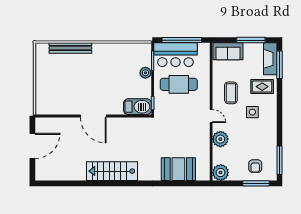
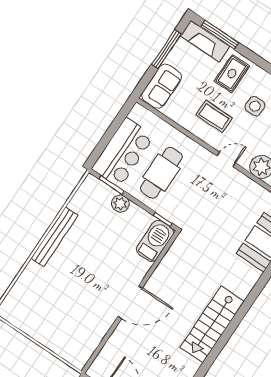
window: (182, 40) -> (110, 133), removed
bench: (70, 48) -> (55, 237), moved

